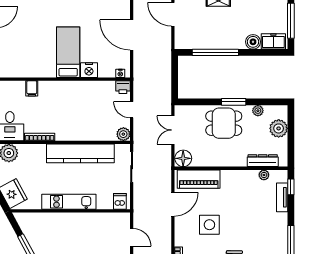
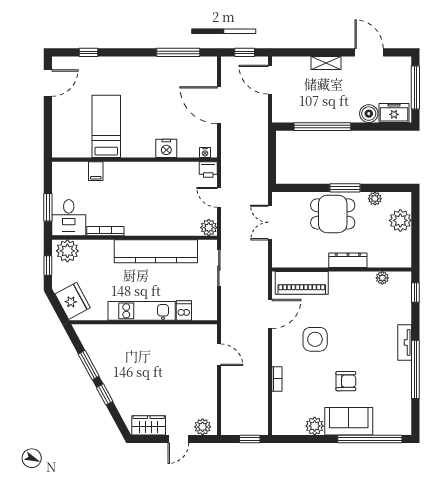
bed: (68, 52) -> (106, 126), moved
floor lamp: (183, 158) -> (283, 257), removed
dresser: (263, 161) -> (348, 260), moved
tv unit: (282, 197) -> (405, 342), moved
dishwasher: (120, 201) -> (184, 310), moved

